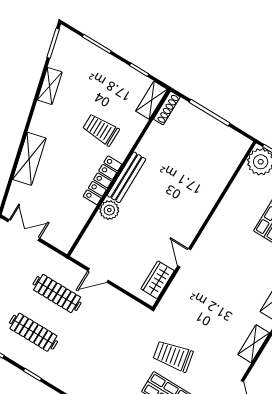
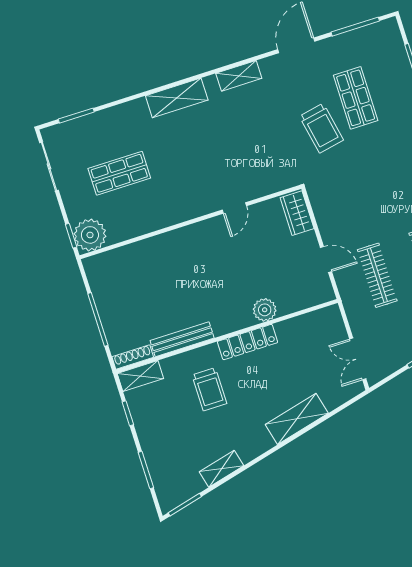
bench: (126, 177) -> (182, 339), moved
wardrobe: (158, 280) -> (297, 213), moved, turned 90

